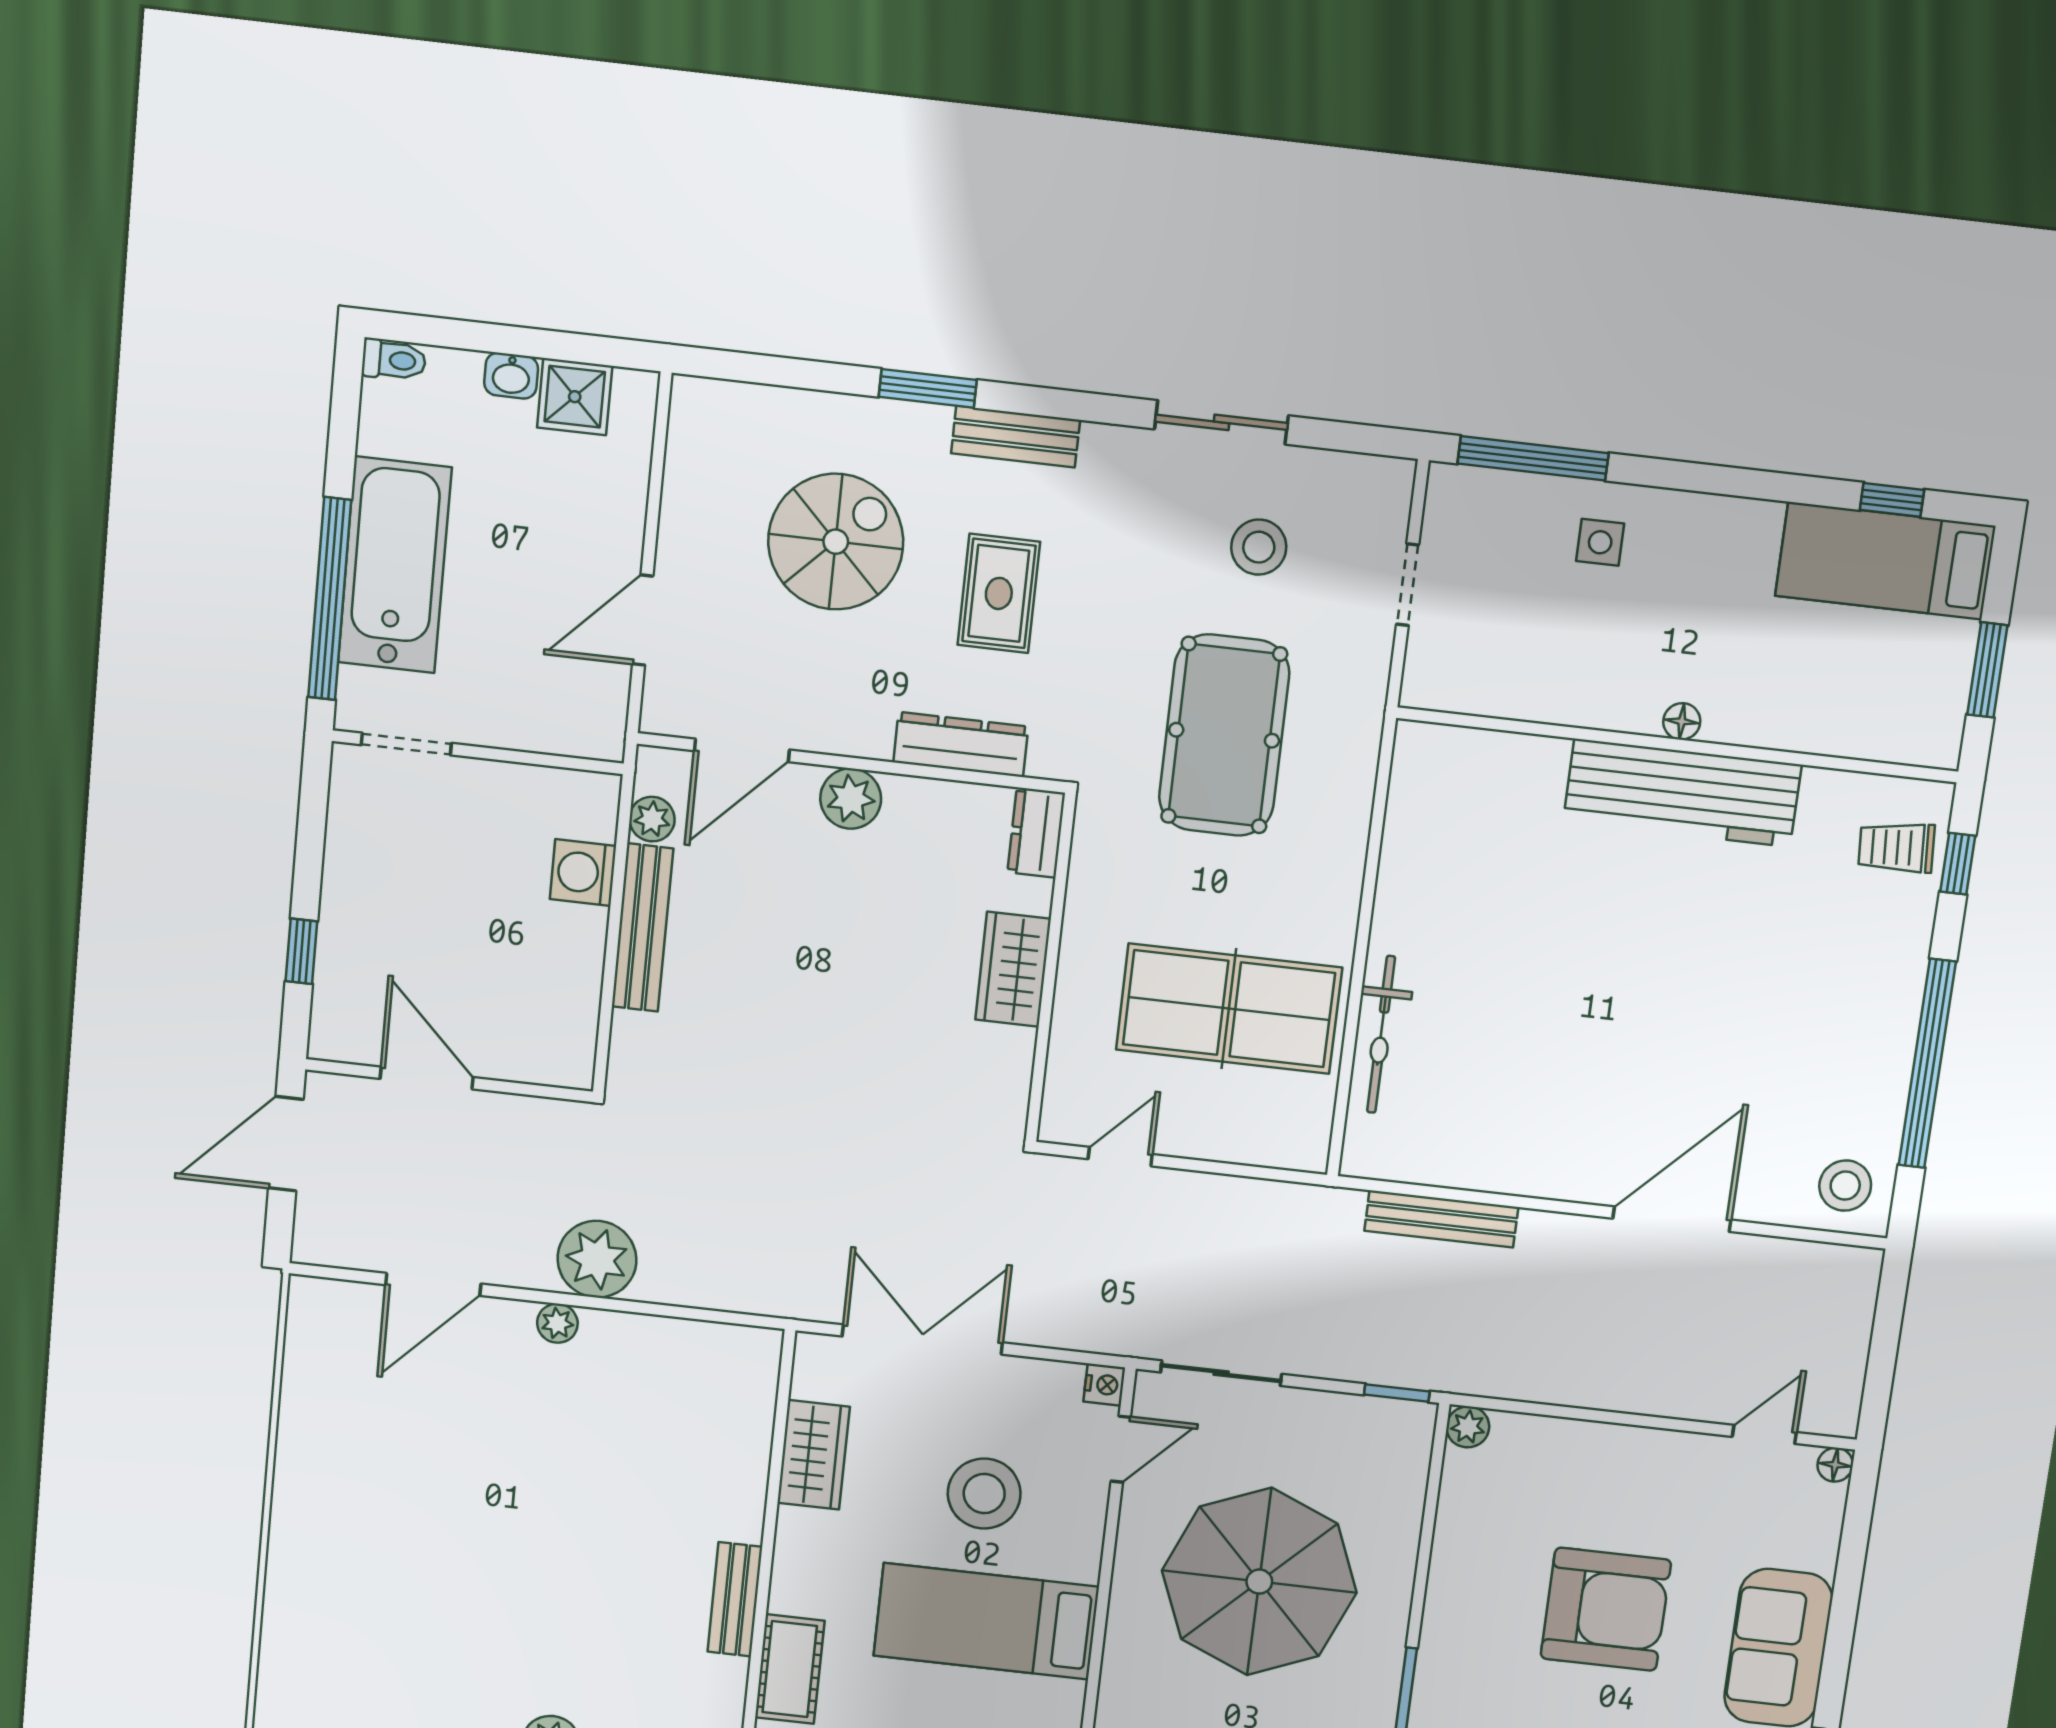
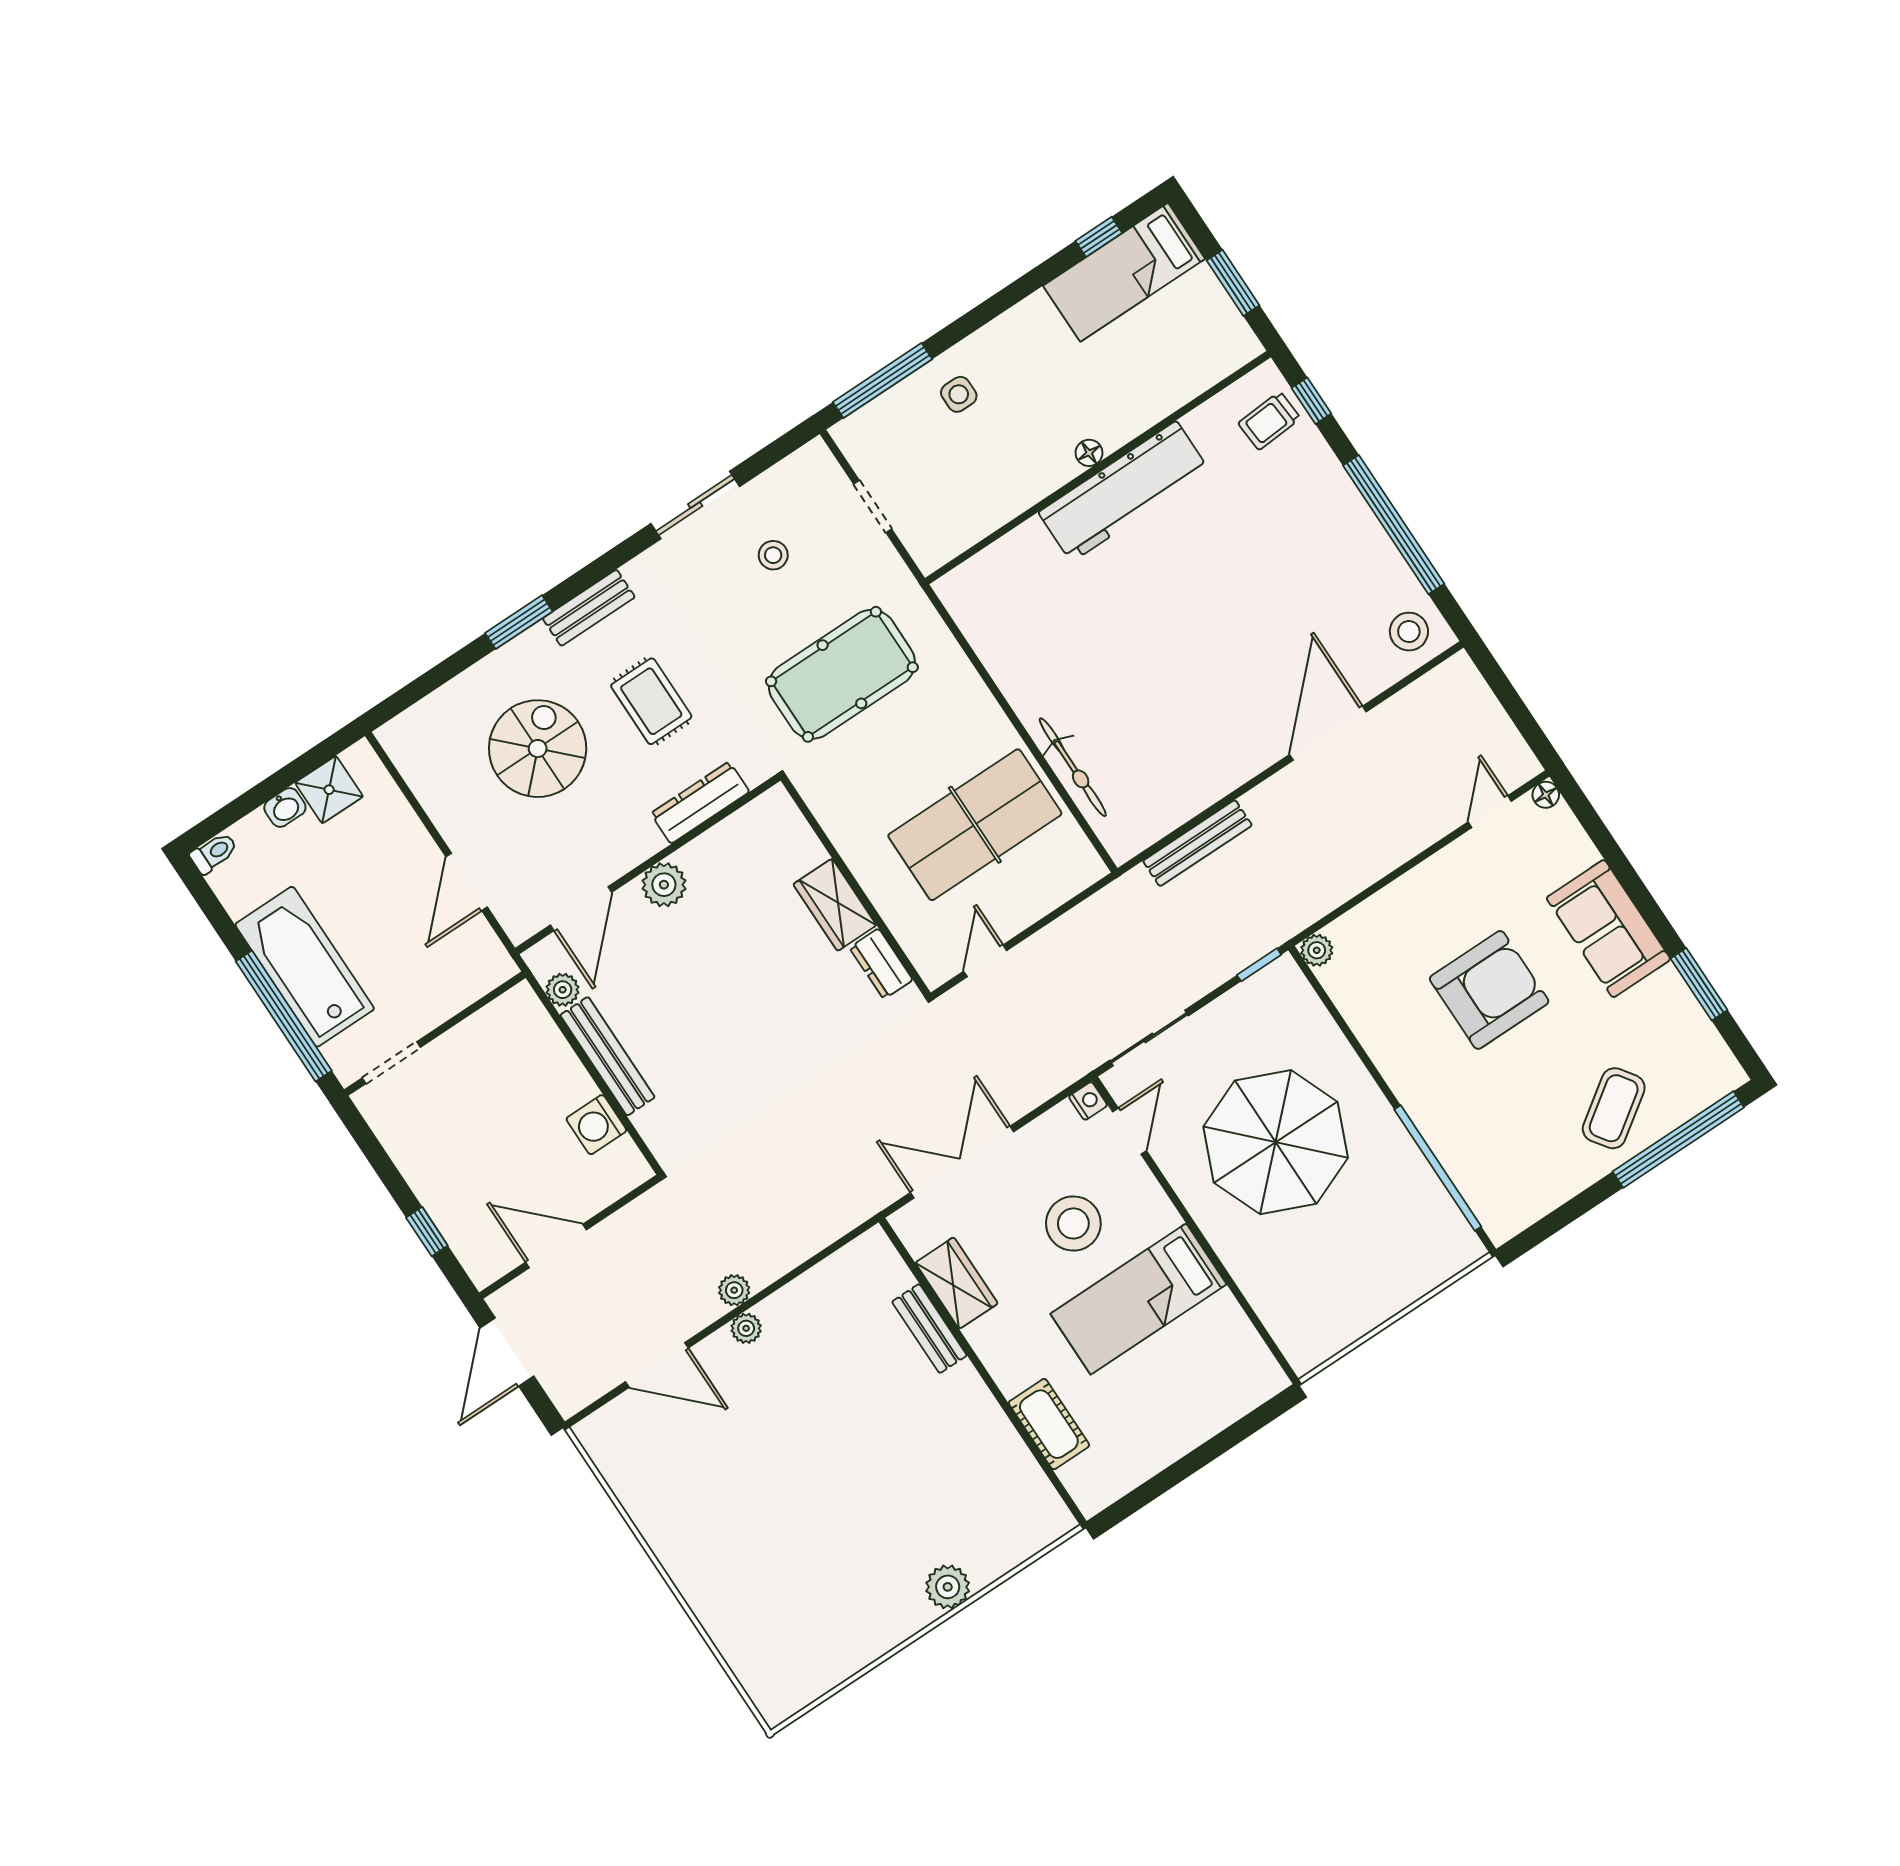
stool: (1259, 547) -> (773, 555), width x0.73, depth x0.73
pool table: (1224, 735) -> (842, 674), turned 90
dresser: (1036, 833) -> (881, 964), moved
washing machine: (583, 873) -> (596, 1125), moved
plant: (597, 1259) -> (734, 1290), width x0.53, depth x0.53
door: (433, 1284) -> (657, 1365), hinge flipped
bench: (735, 1599) -> (929, 1329), moved

